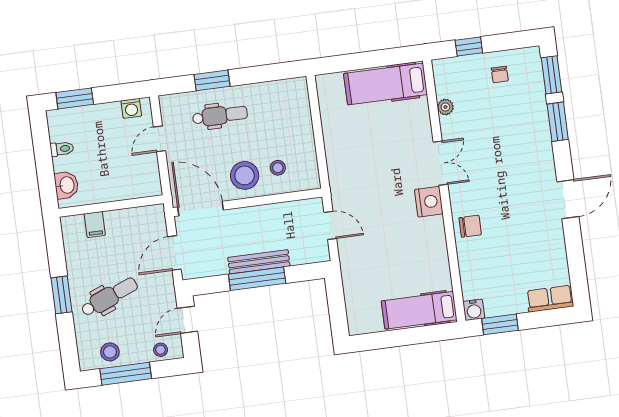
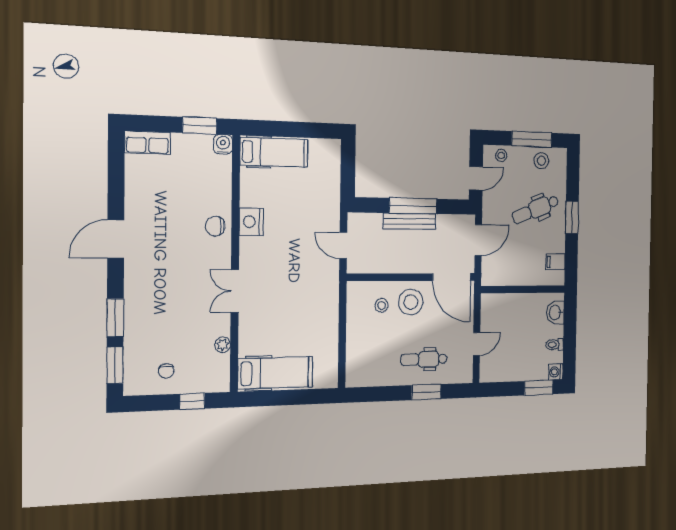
chair: (500, 75) -> (166, 371), turned 180
washing machine: (131, 108) -> (556, 372), moved, turned -90
nightstand: (429, 202) -> (251, 222), moved
filing cabinet: (95, 225) -> (555, 262), moved, turned -90

